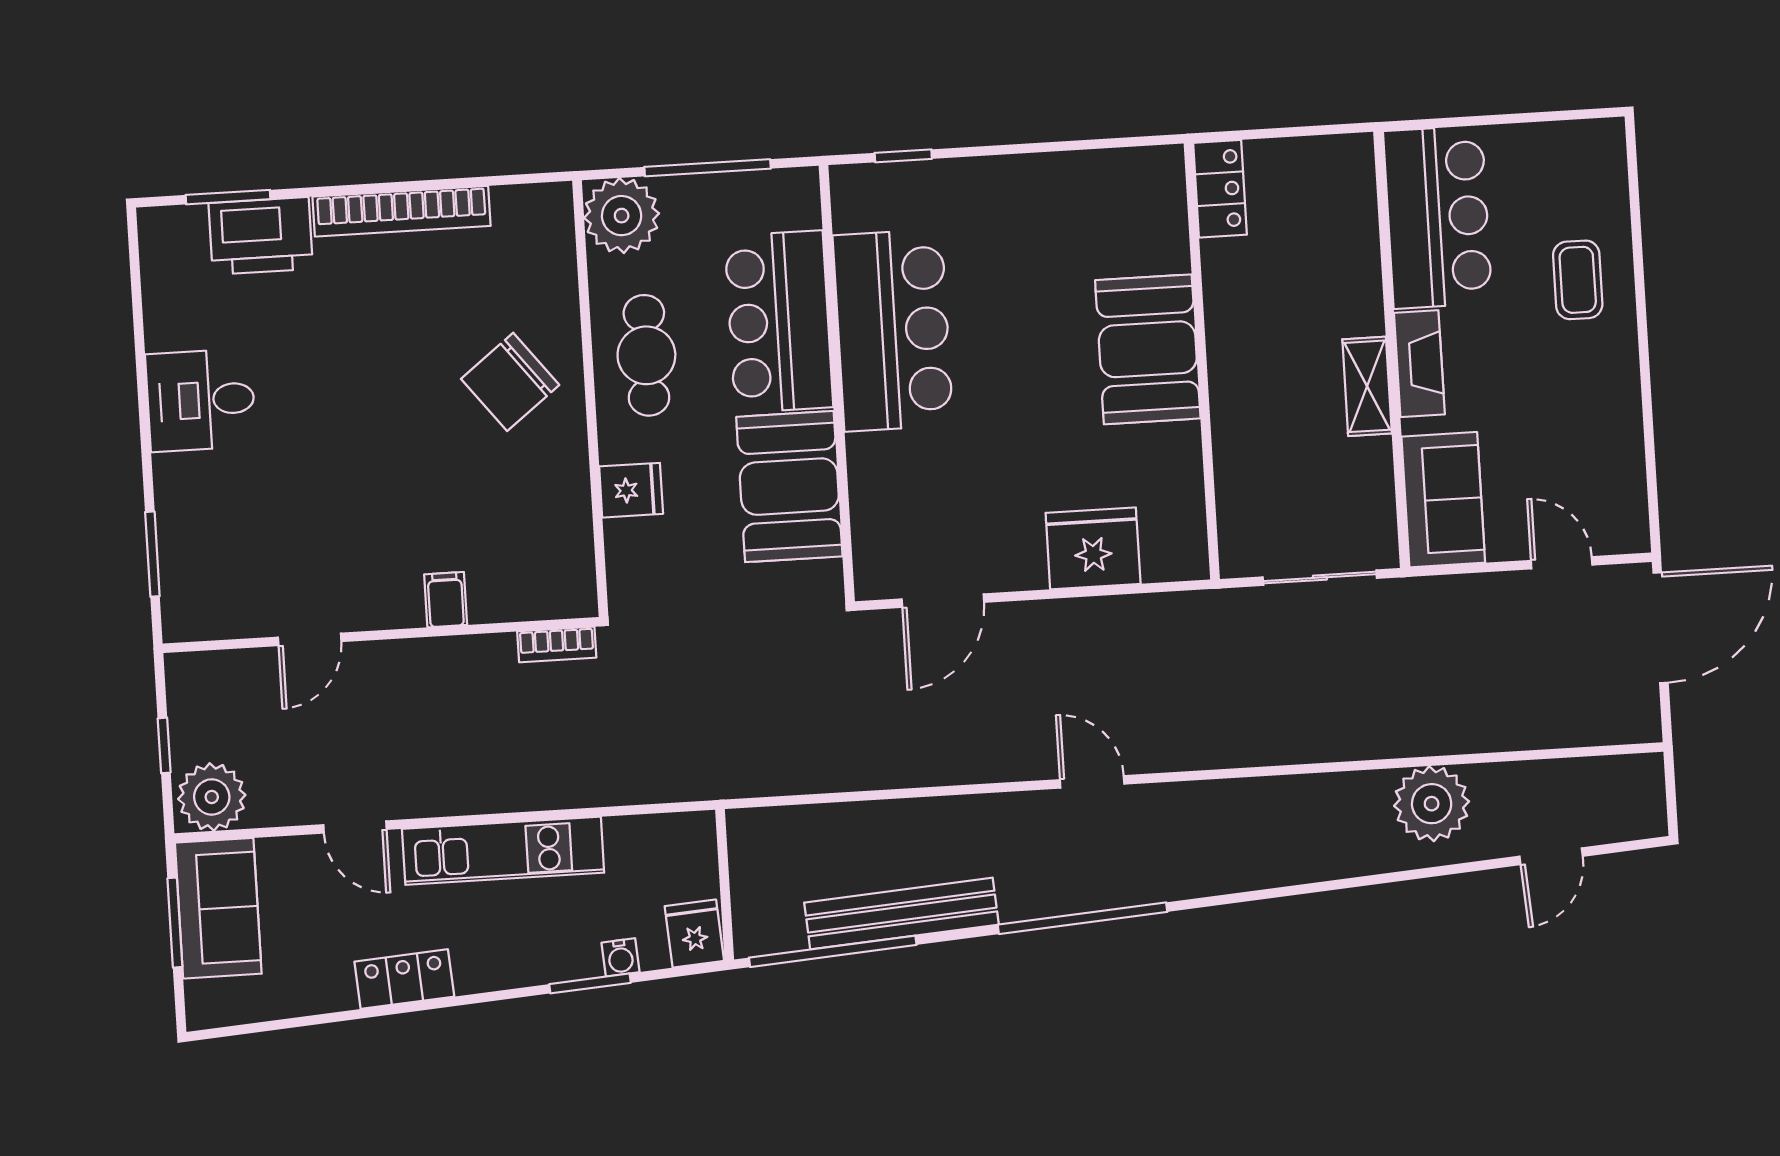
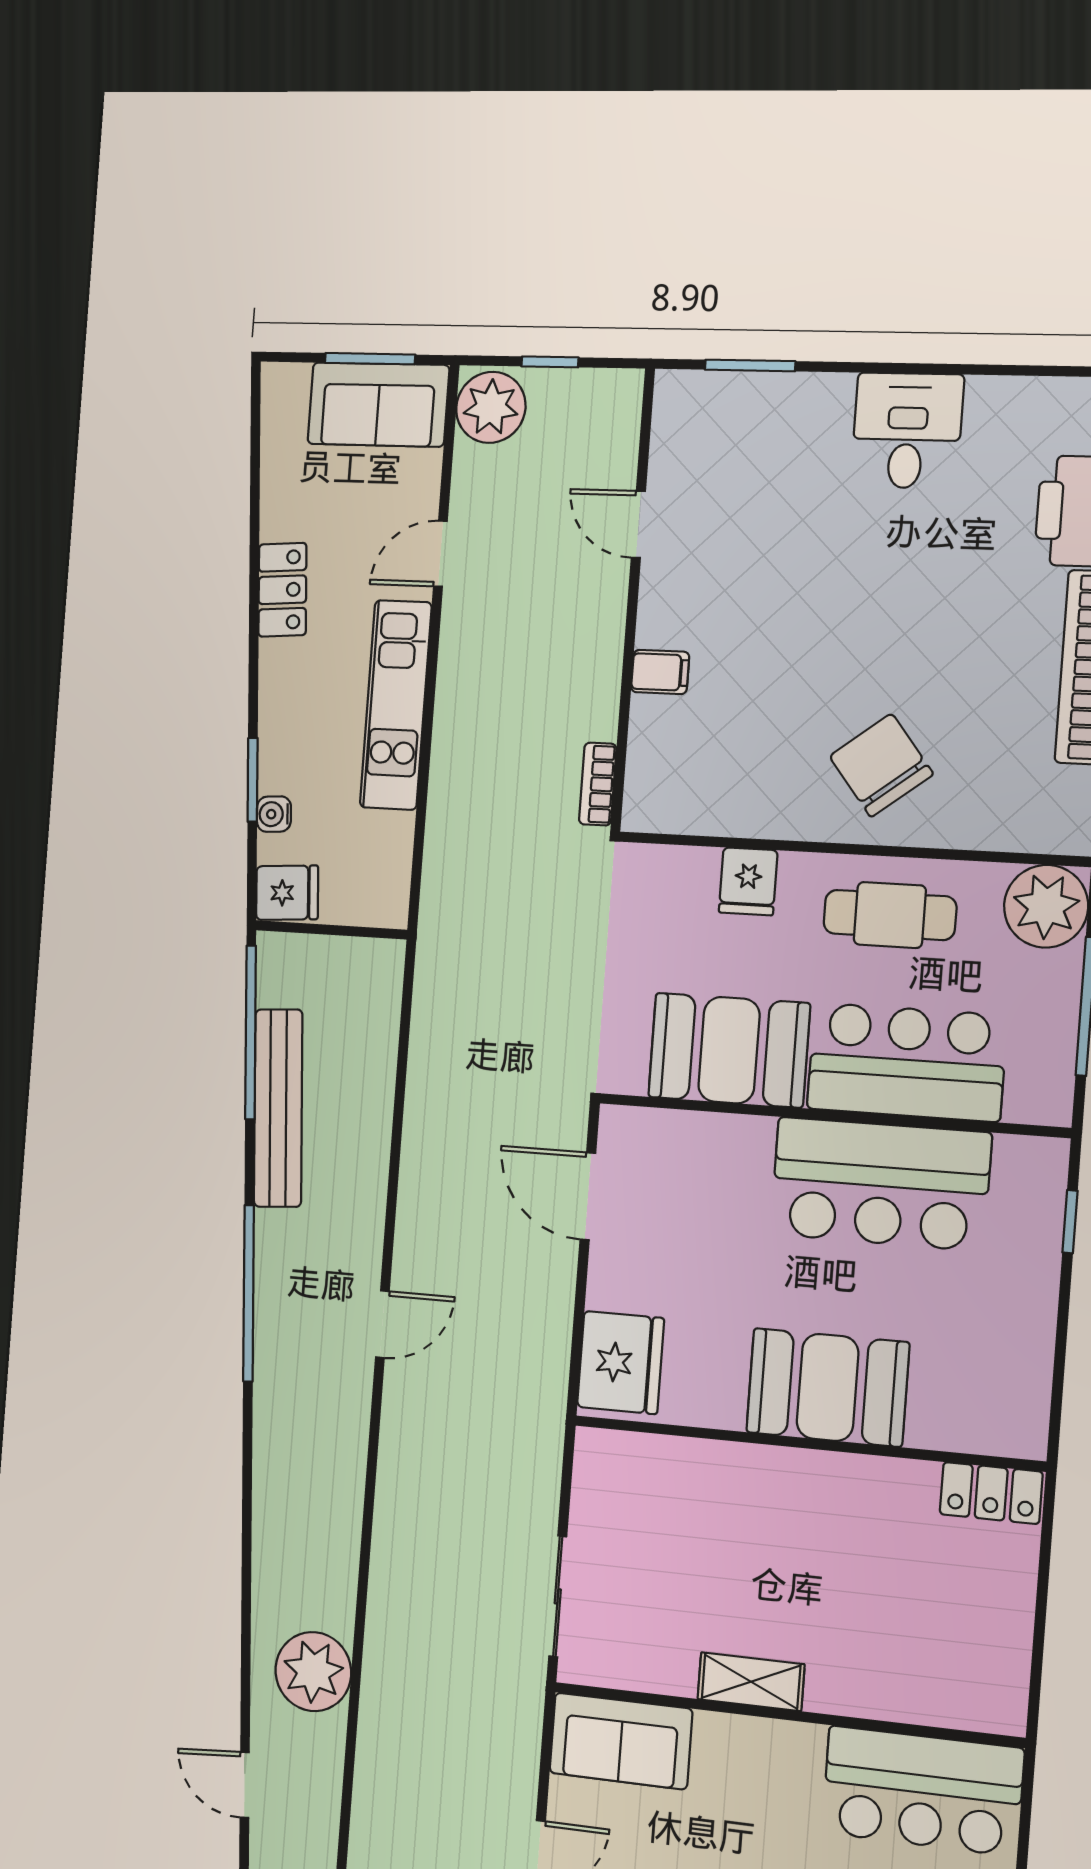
locker: (1220, 189) -> (991, 1493), moved
booth: (1148, 349) -> (828, 1387), moved
wall: (1202, 361) -> (807, 1443), moved
fireplace: (1419, 364) -> (767, 1742), removed

